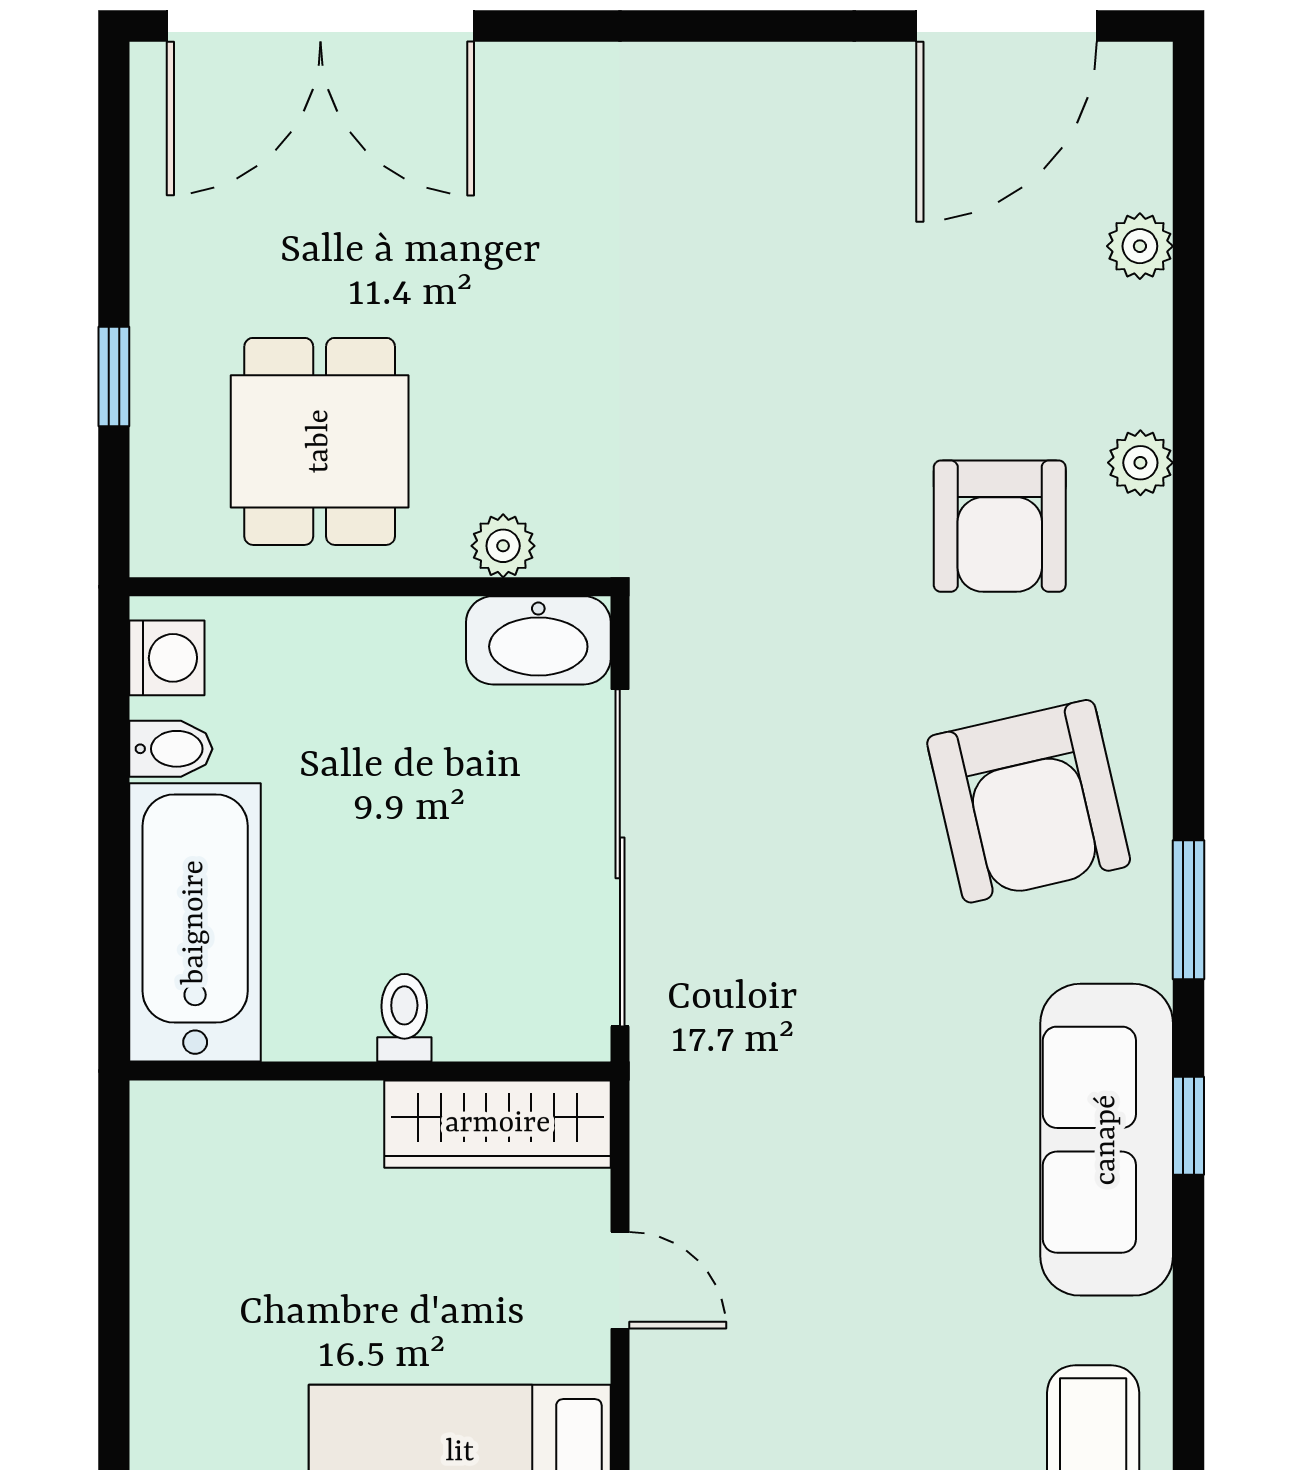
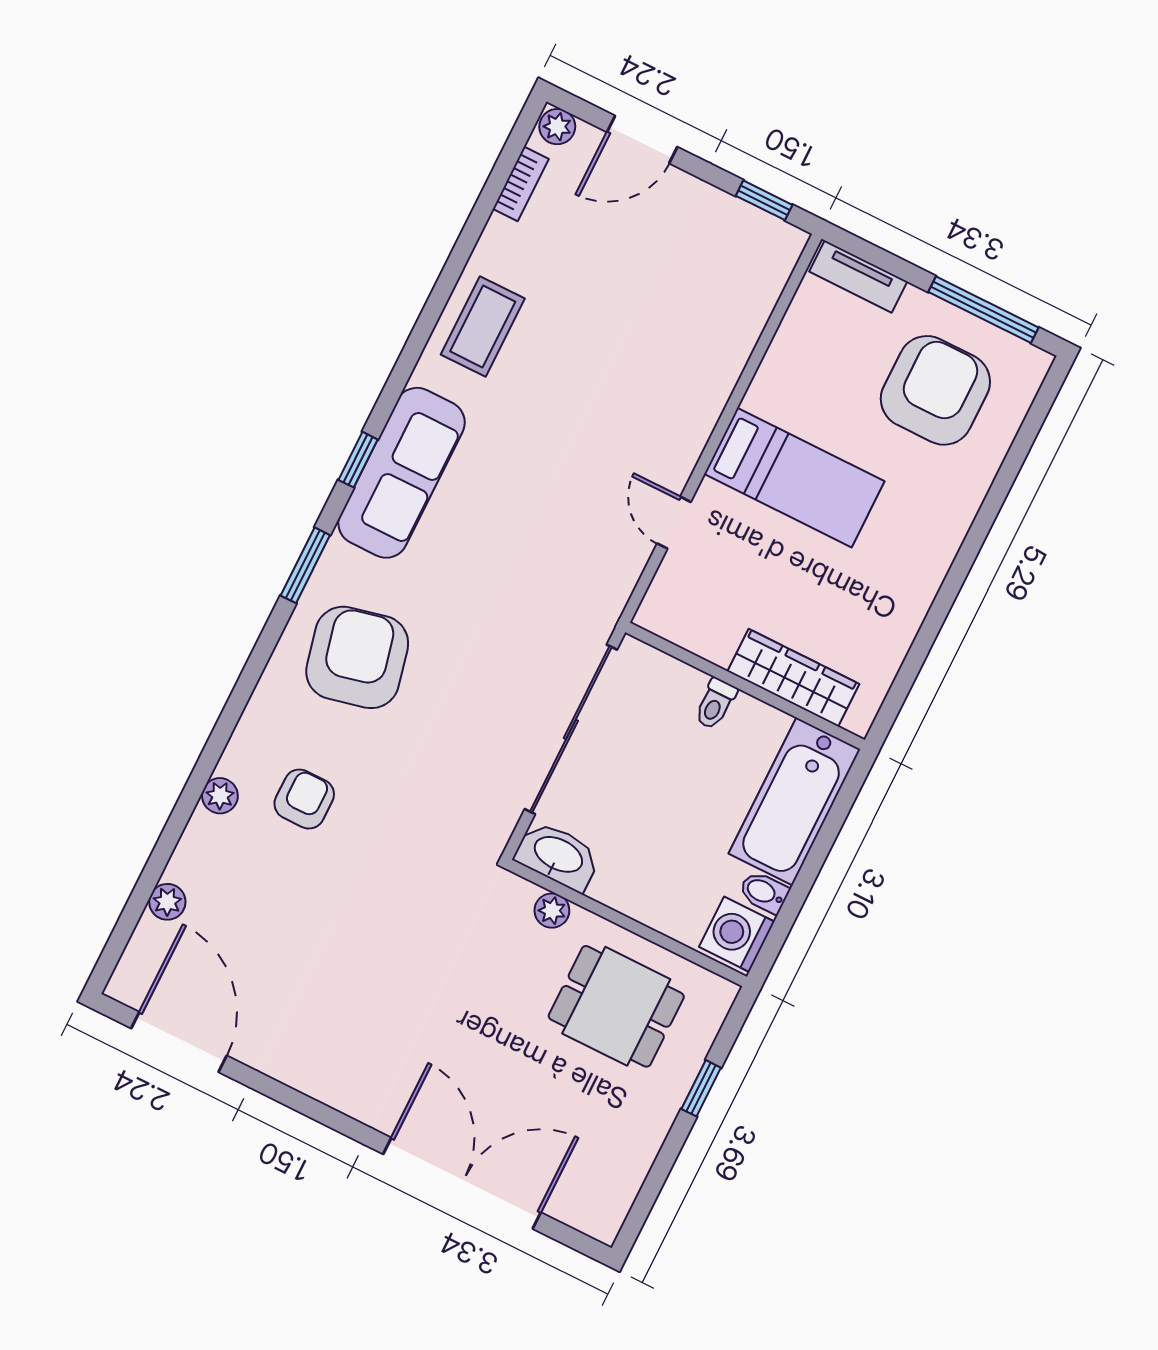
double door: (320, 26) -> (462, 1183), moved
door: (1006, 26) -> (179, 1042), hinge flipped
dining table: (320, 441) -> (616, 1006), turned 90
armchair: (1000, 526) -> (304, 799), width x0.72, depth x0.72
washing machine: (167, 658) -> (737, 934), width x1.38, depth x1.38
wardrobe: (498, 1124) -> (793, 678), moved

